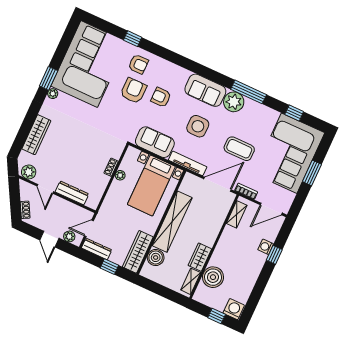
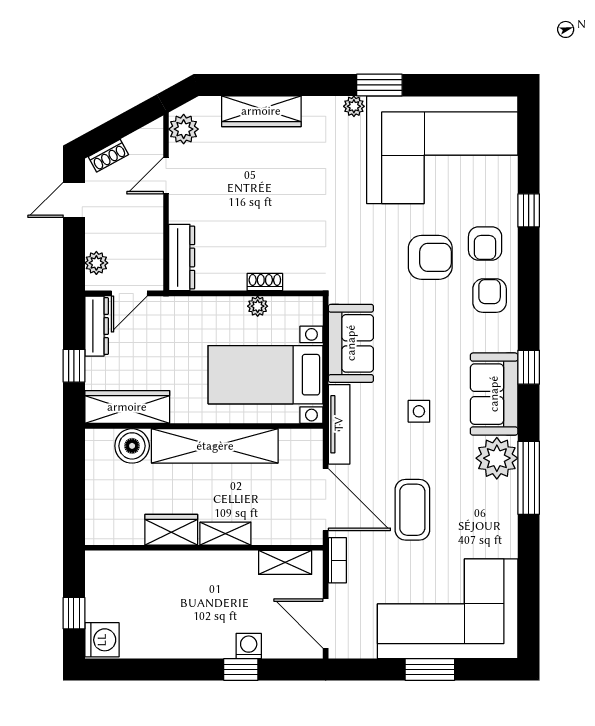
armchair: (161, 97) -> (490, 296), moved
window: (294, 113) -> (529, 367), moved
side table: (198, 126) -> (419, 411), width x0.54, depth x0.54
dresser: (72, 193) -> (182, 257), moved
door: (89, 228) -> (129, 293), swing flipped
door: (49, 239) -> (74, 200), moved
boiler: (213, 277) -> (145, 572), removed
shelving: (191, 281) -> (225, 534), moved

